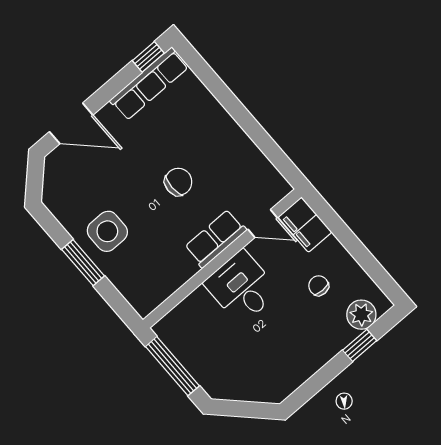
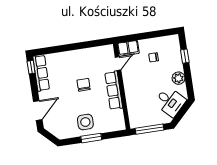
row of seats: (216, 239) -> (114, 90), width x1.48
desk: (242, 287) -> (170, 102), moved, turned -135
plant: (361, 315) -> (178, 78), moved

